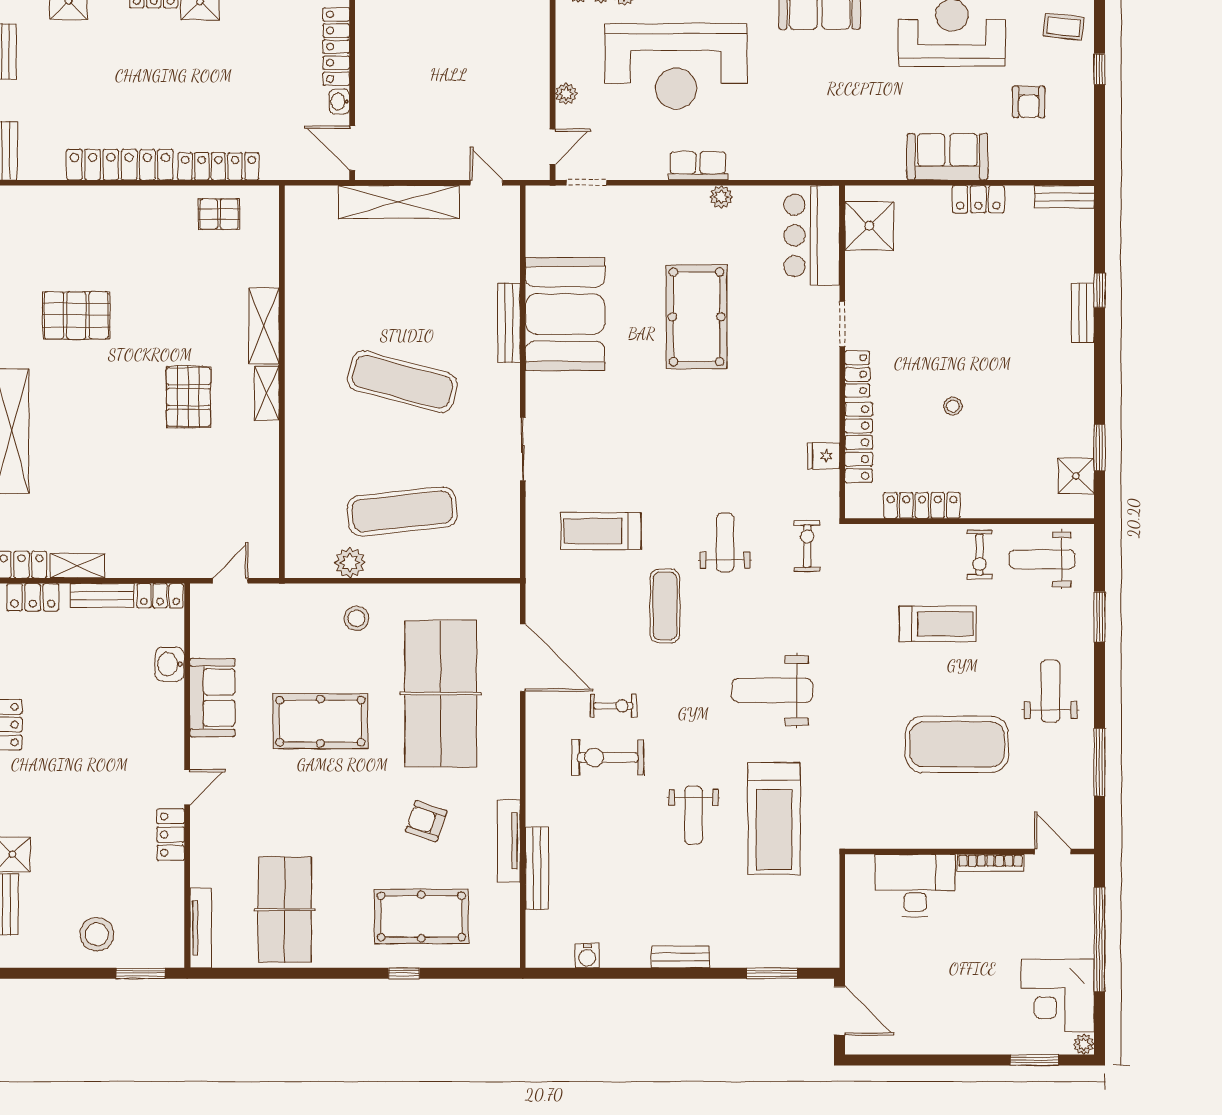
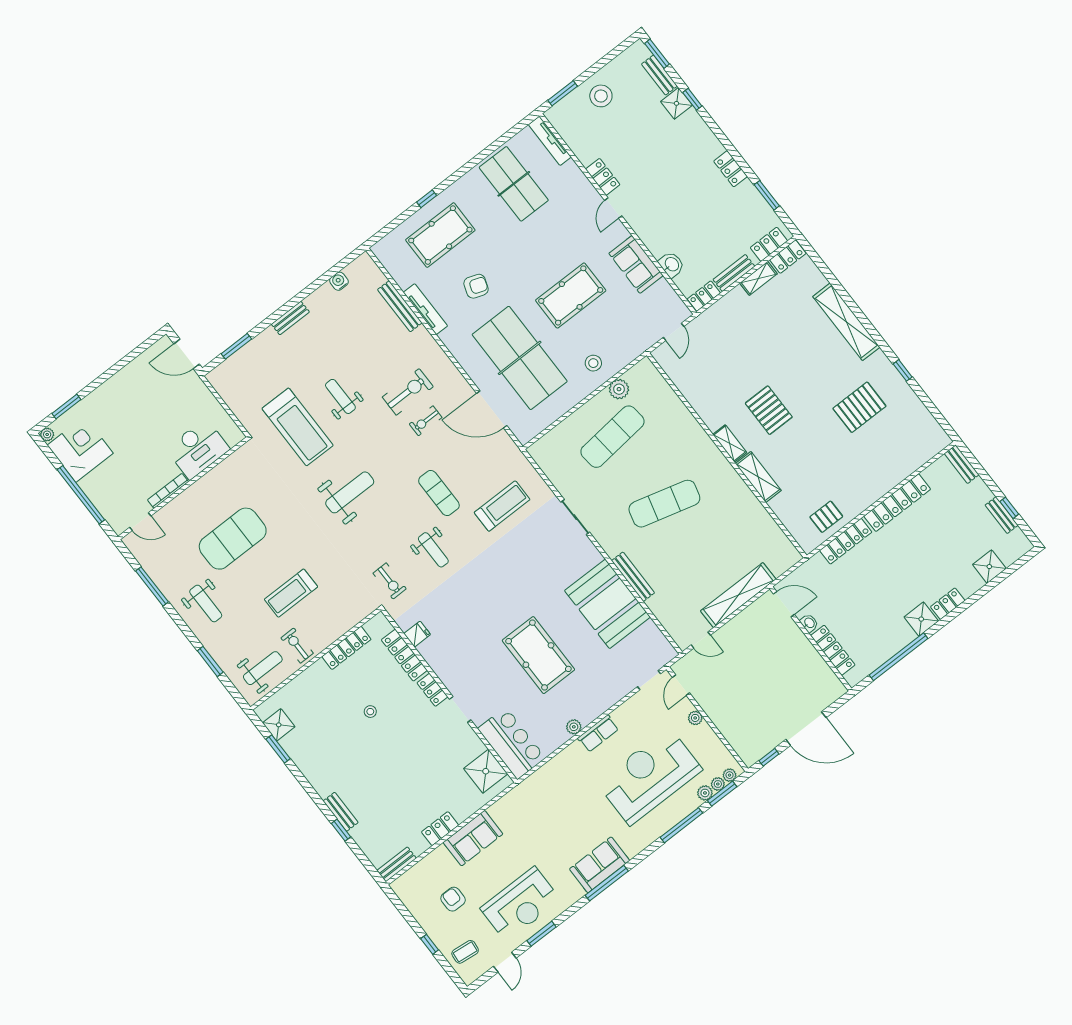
treadmill: (774, 818) -> (298, 427), turned 180

